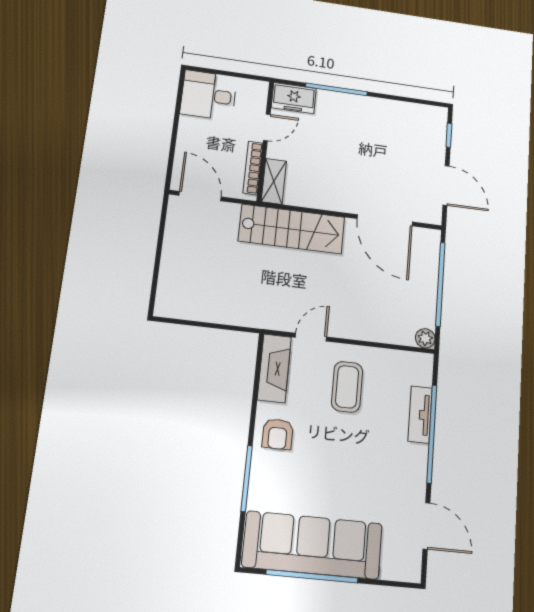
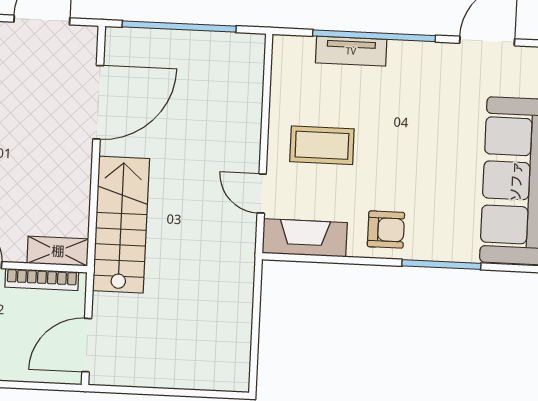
plant: (425, 338) -> (253, 46), removed

